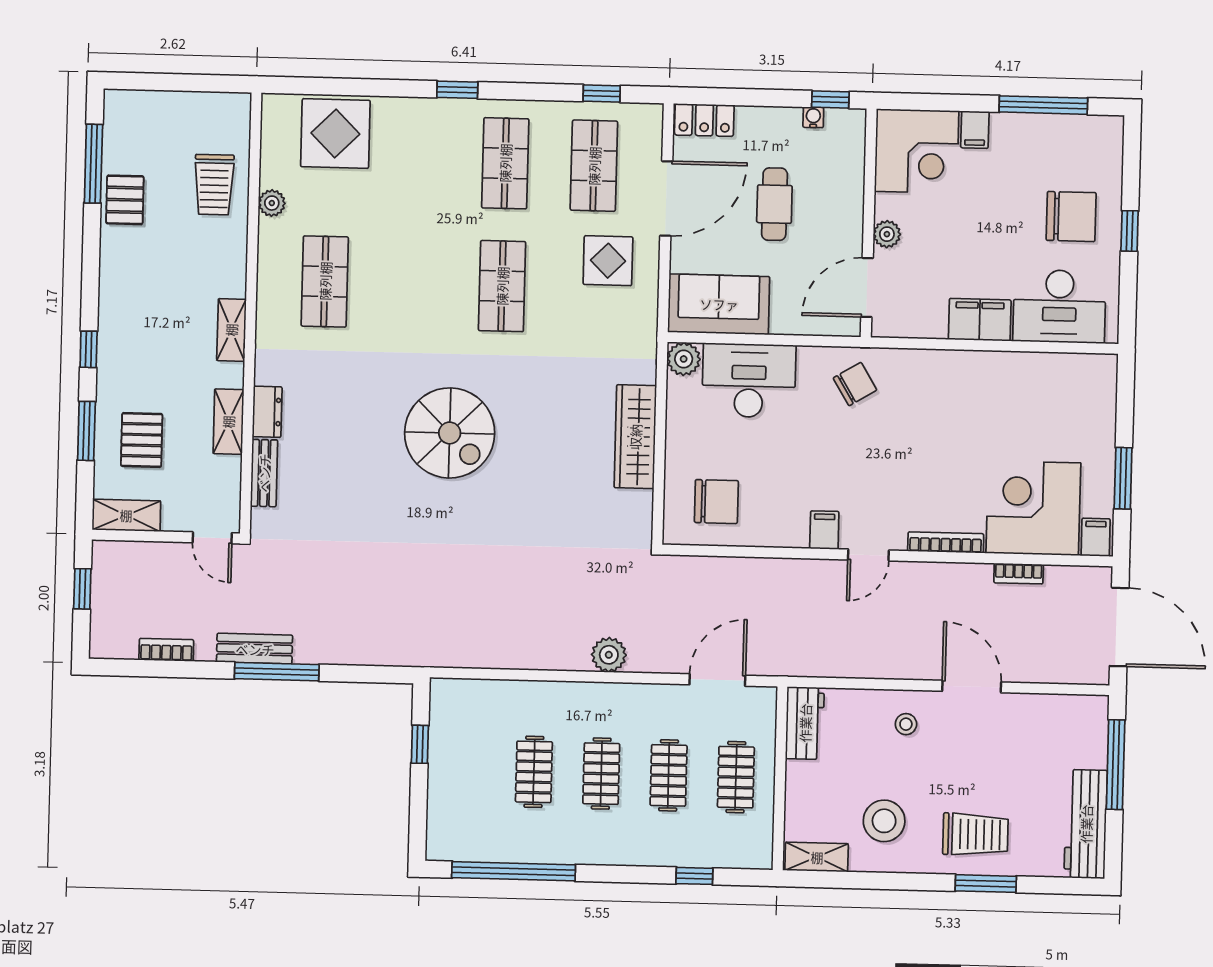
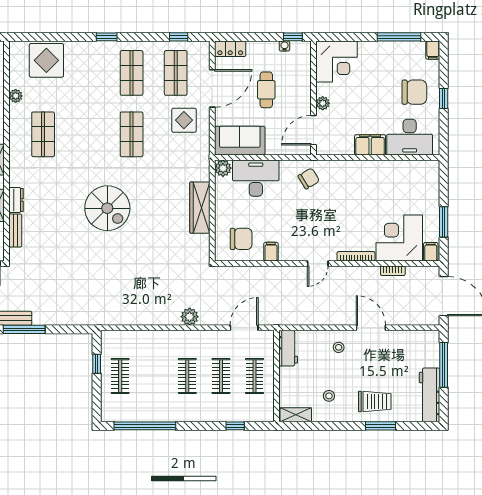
filing cabinet: (975, 130) -> (433, 50), moved
filing cabinet: (824, 530) -> (271, 252), moved
clothes rail: (534, 772) -> (120, 376), moved
stool: (884, 821) -> (329, 396), width x0.53, depth x0.53

